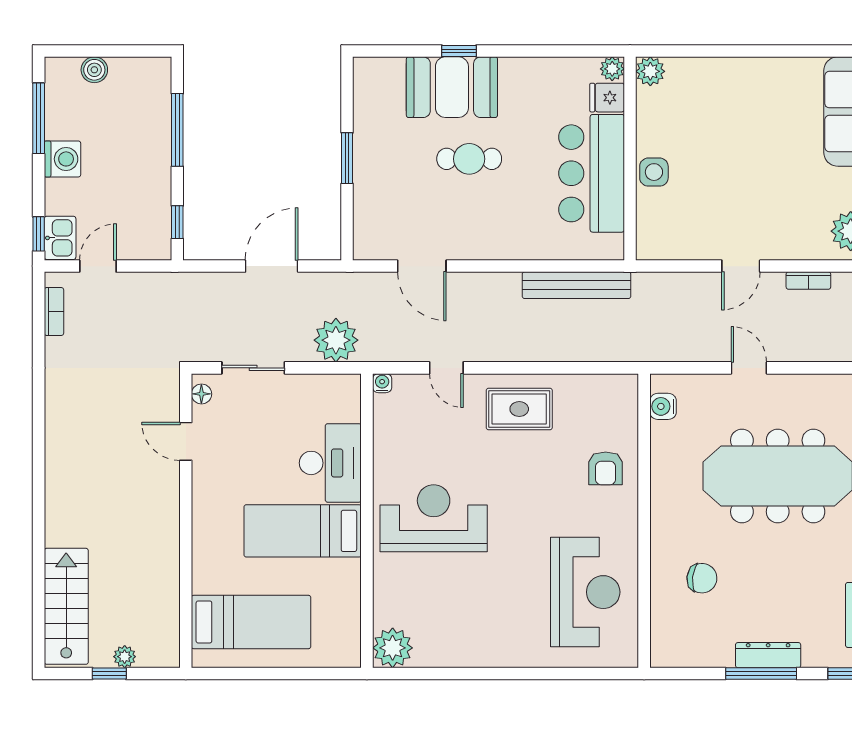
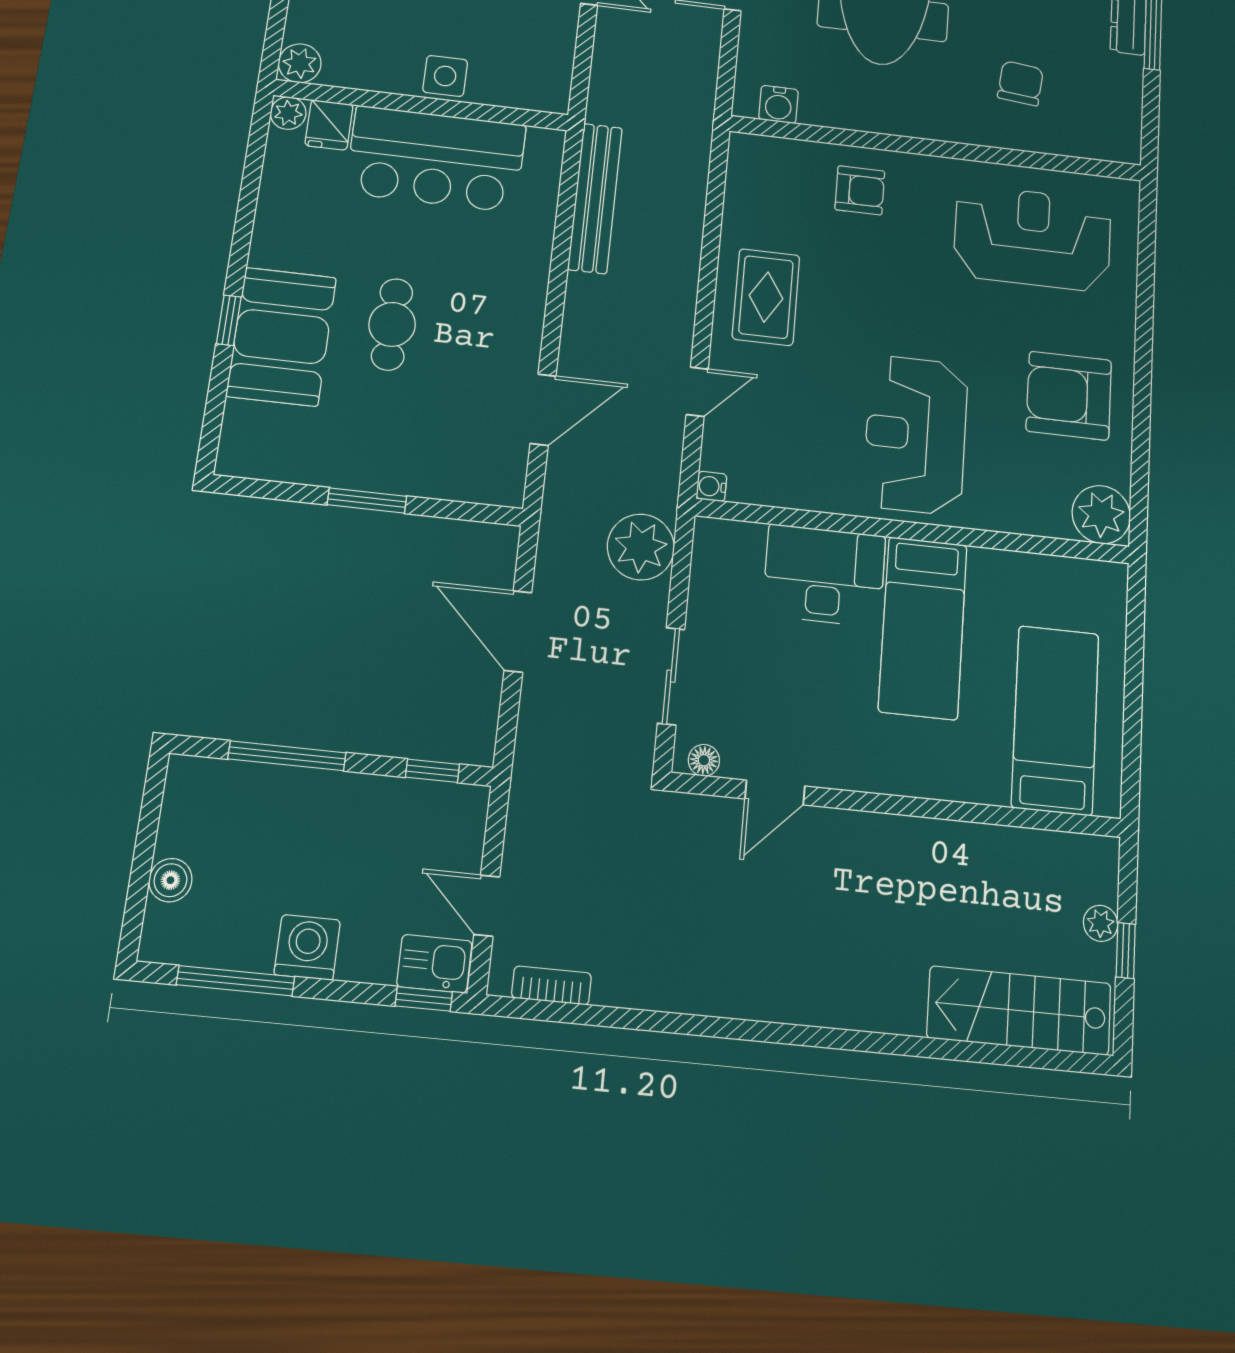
armchair: (474, 622) -> (1069, 396), added

